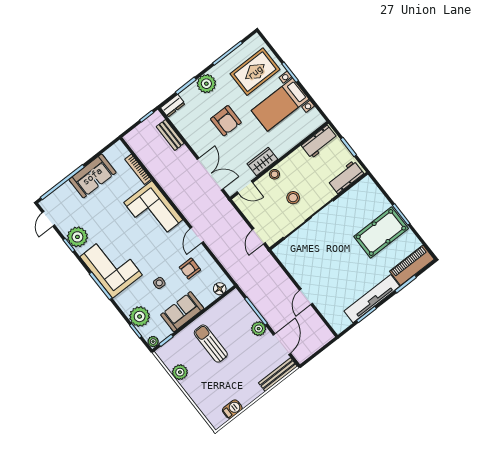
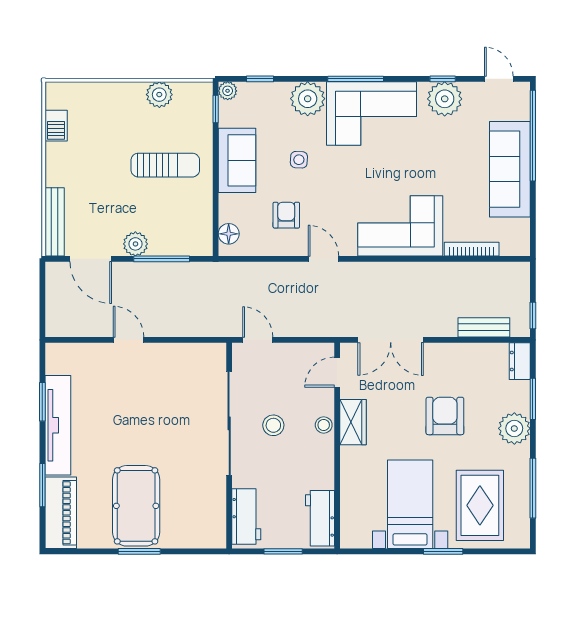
armchair: (226, 121) -> (445, 416), turned 90
sofa: (92, 176) -> (510, 169), width x1.36
plant: (140, 316) -> (308, 99), moved

